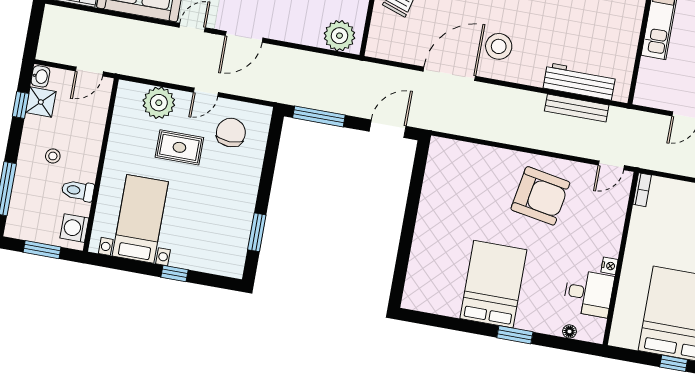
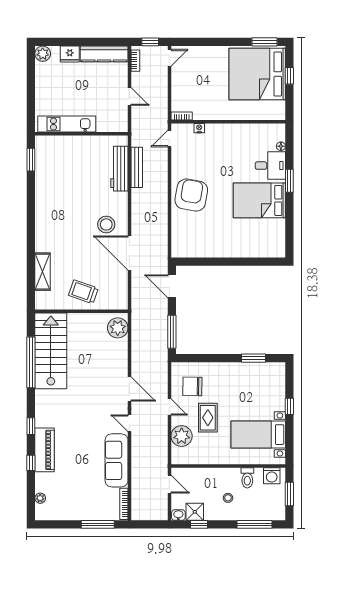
door: (611, 165) -> (169, 139), swing flipped
armchair: (540, 196) -> (191, 195), moved
nightstand: (609, 266) -> (199, 128), moved
desk: (589, 293) -> (270, 166), moved, turned 90

